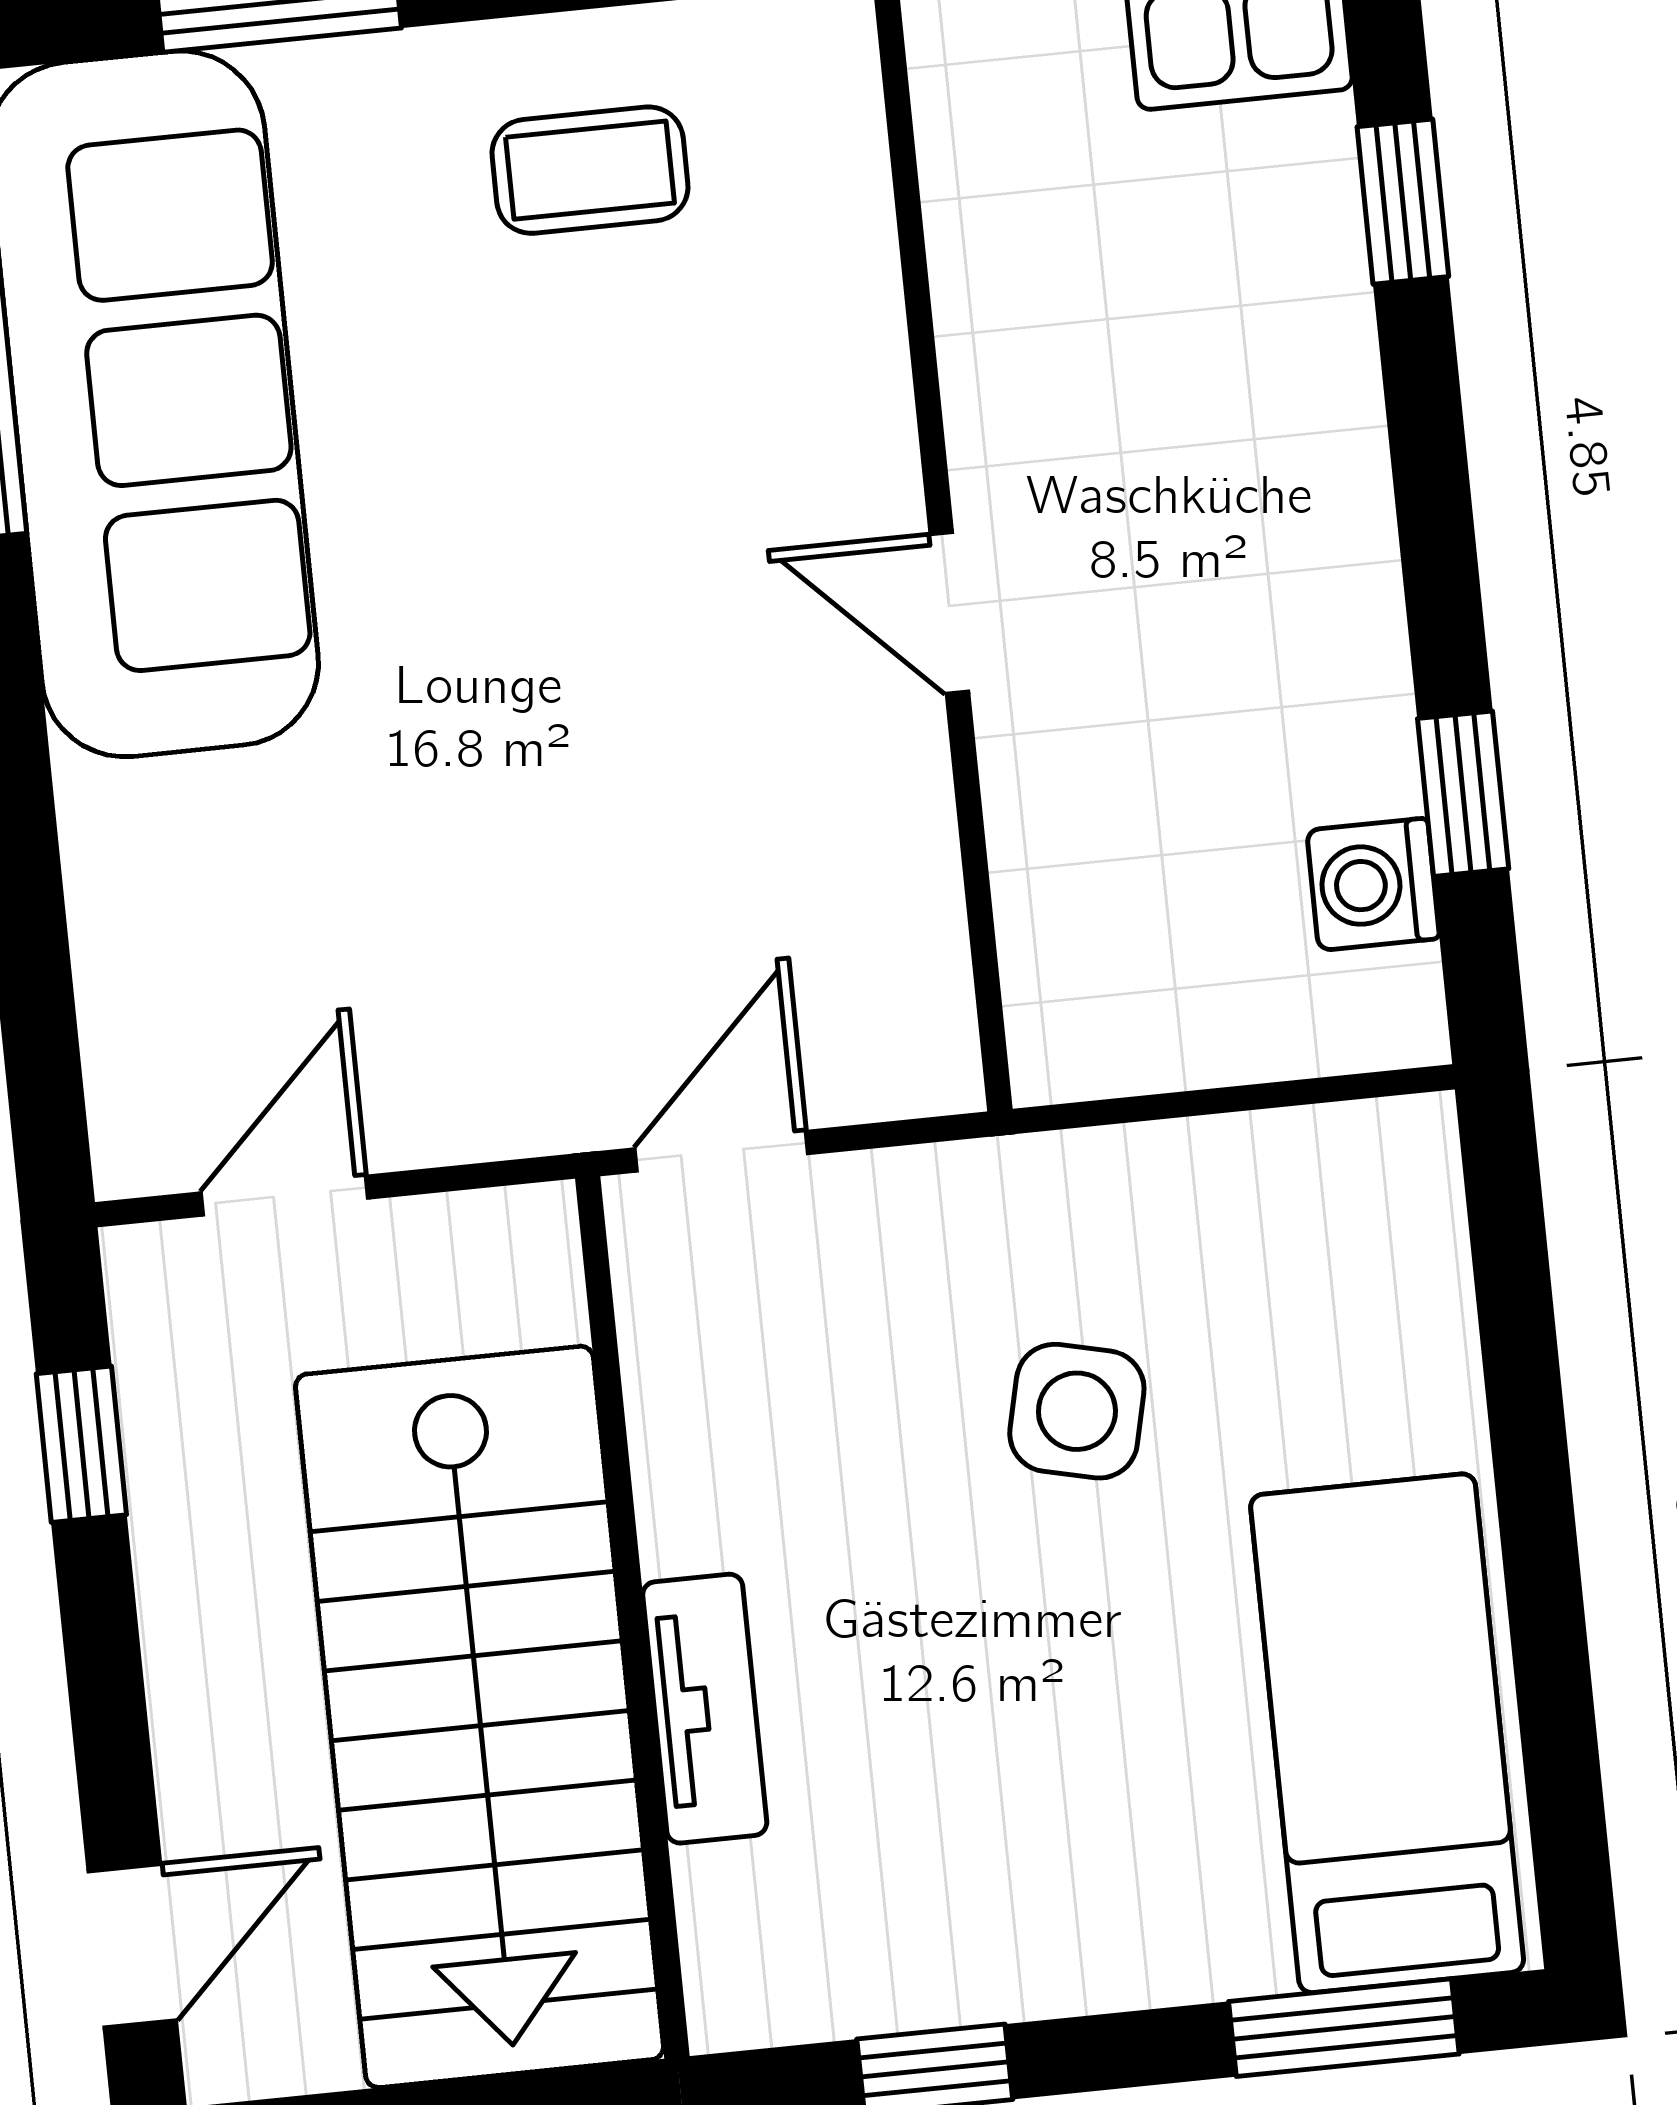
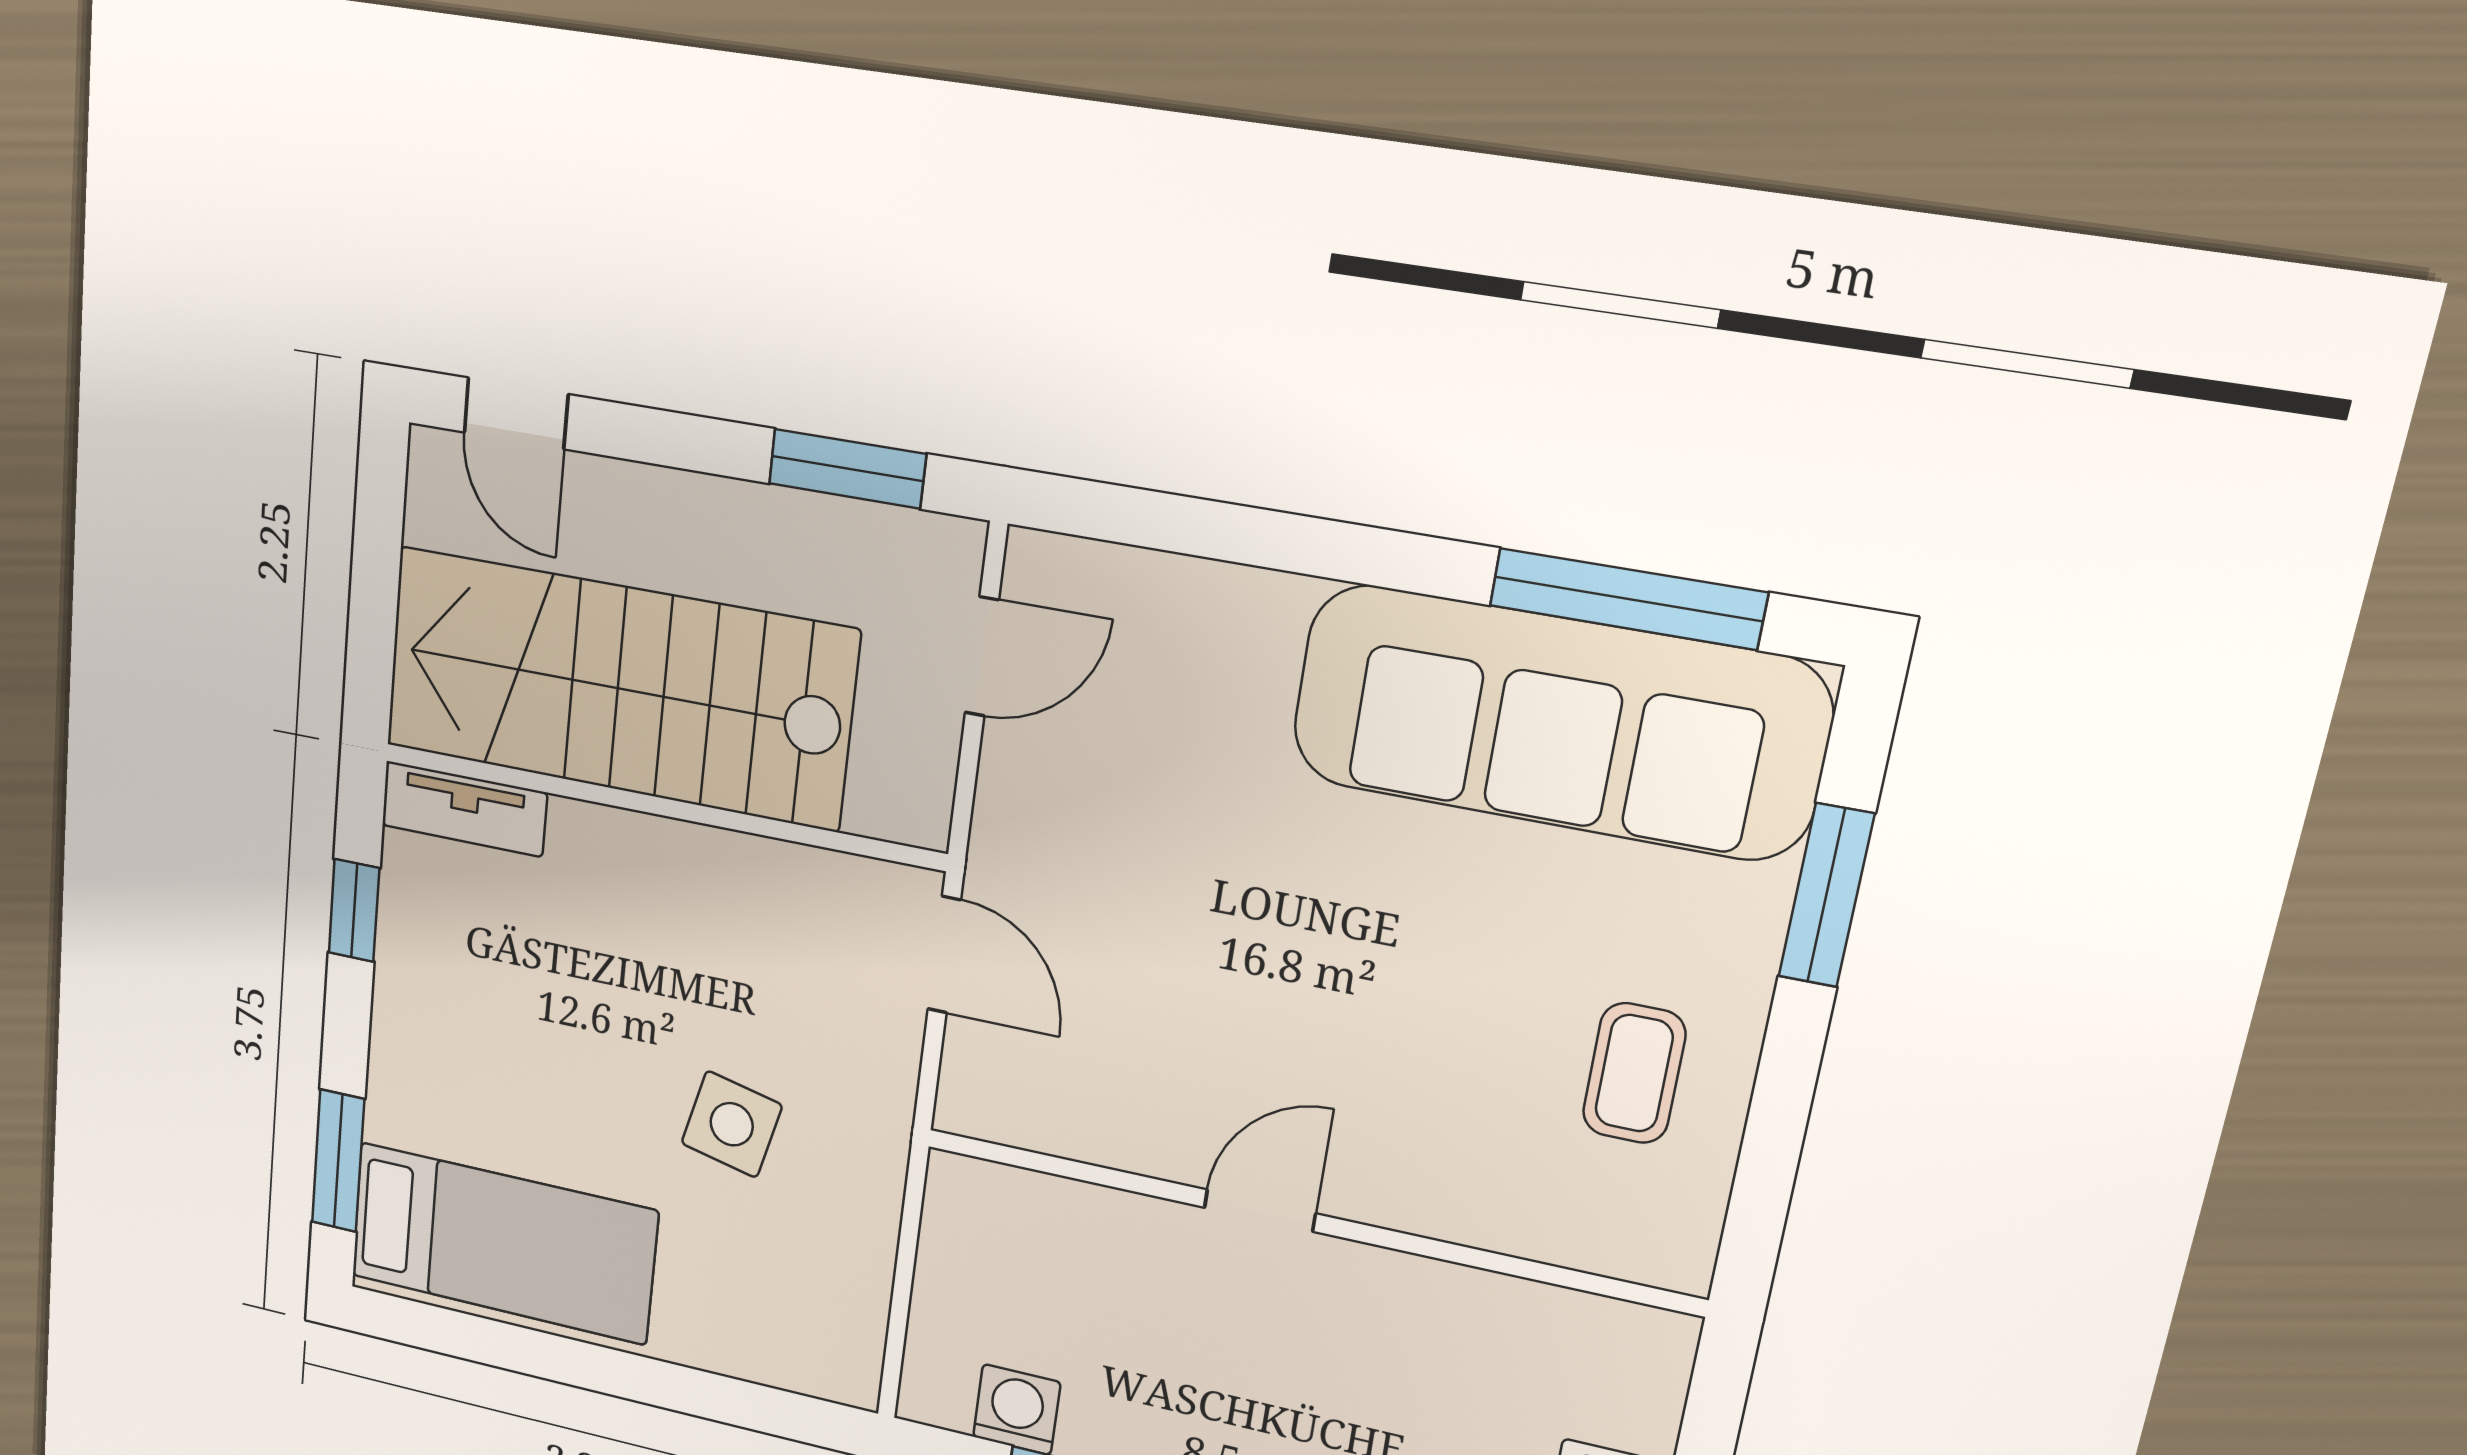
door: (285, 1196) -> (982, 656), hinge flipped
window: (81, 1444) -> (847, 469), width x1.50
tv unit: (705, 1709) -> (464, 809), moved

